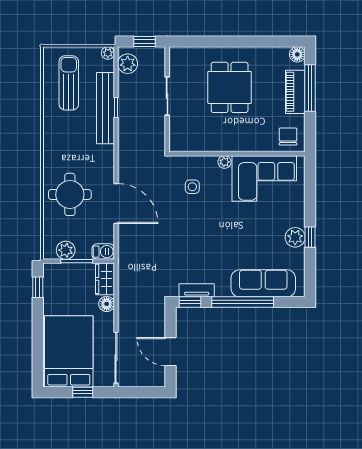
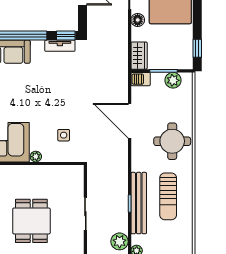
sun lounger: (69, 83) -> (168, 196), moved
round table: (70, 194) -> (172, 141), moved
floor lamp: (107, 304) -> (138, 20), moved

